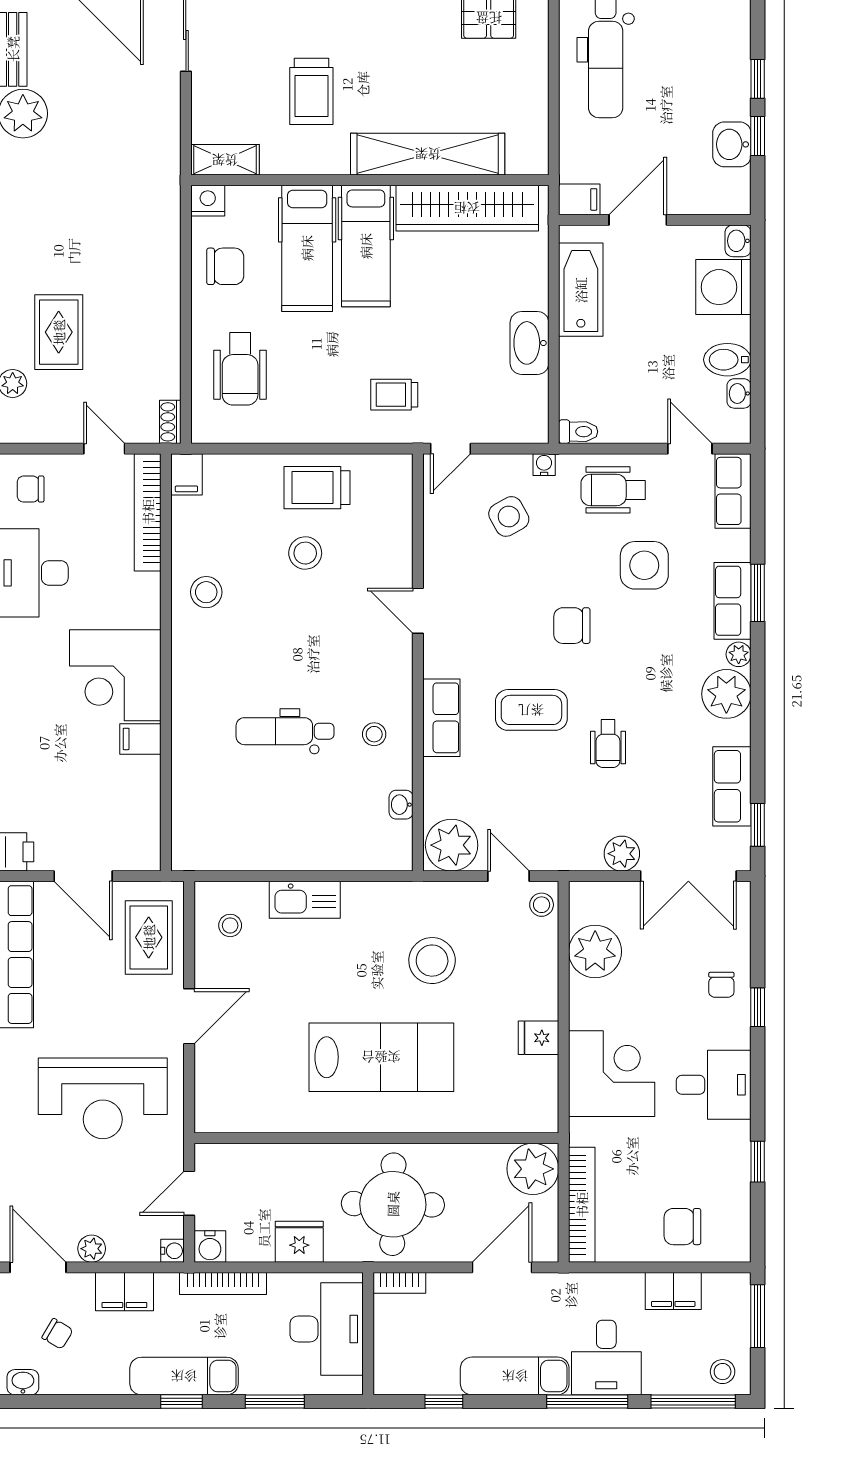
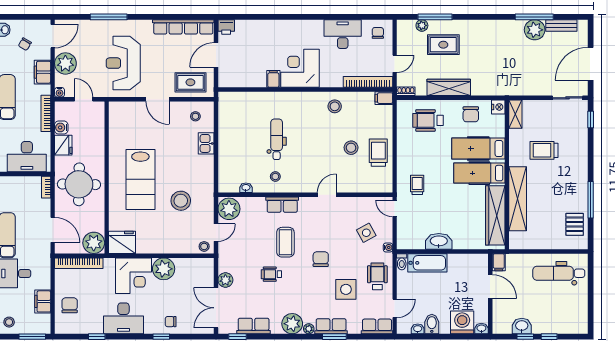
bathtub: (581, 290) -> (427, 263), moved
wardrobe: (161, 319) -> (449, 87), added
kitchen sink: (305, 900) -> (206, 143), width x0.73
plant: (595, 951) -> (164, 269), moved
fridge: (539, 1038) -> (122, 242), moved, width x1.88, depth x1.34
desk: (714, 1085) -> (123, 318), width x1.37
water cooler: (210, 1247) -> (61, 127), moved
plant: (92, 1249) -> (65, 63), width x1.88, depth x1.88

